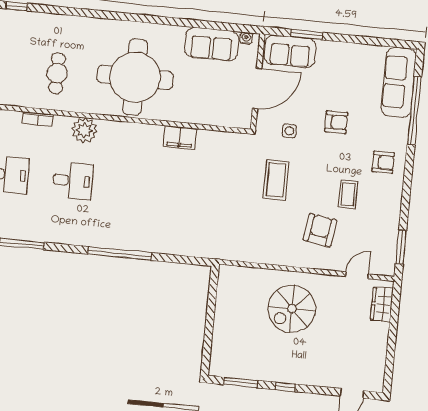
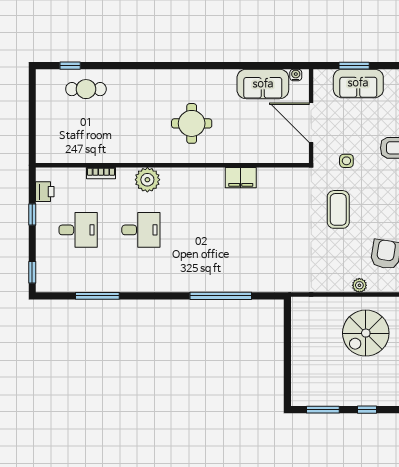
sofa: (290, 51) -> (358, 83), moved
cafe table: (57, 73) -> (86, 89), moved, turned 90
round table: (135, 77) -> (192, 123), width x0.54, depth x0.54
door: (257, 88) -> (311, 123), swing flipped
window: (120, 253) -> (221, 296), moved
plant: (290, 259) -> (359, 285), added

